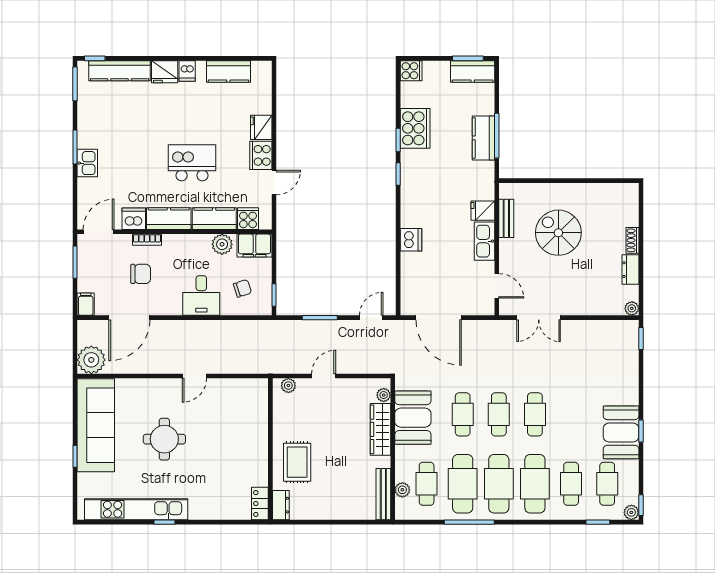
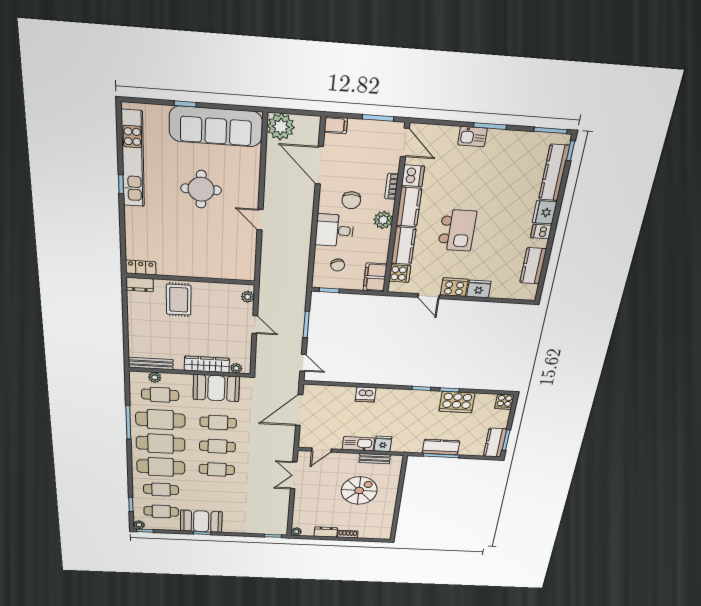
plant: (222, 244) -> (383, 220), moved
chair: (141, 274) -> (351, 200), moved
rug: (297, 462) -> (179, 300), turned 90

